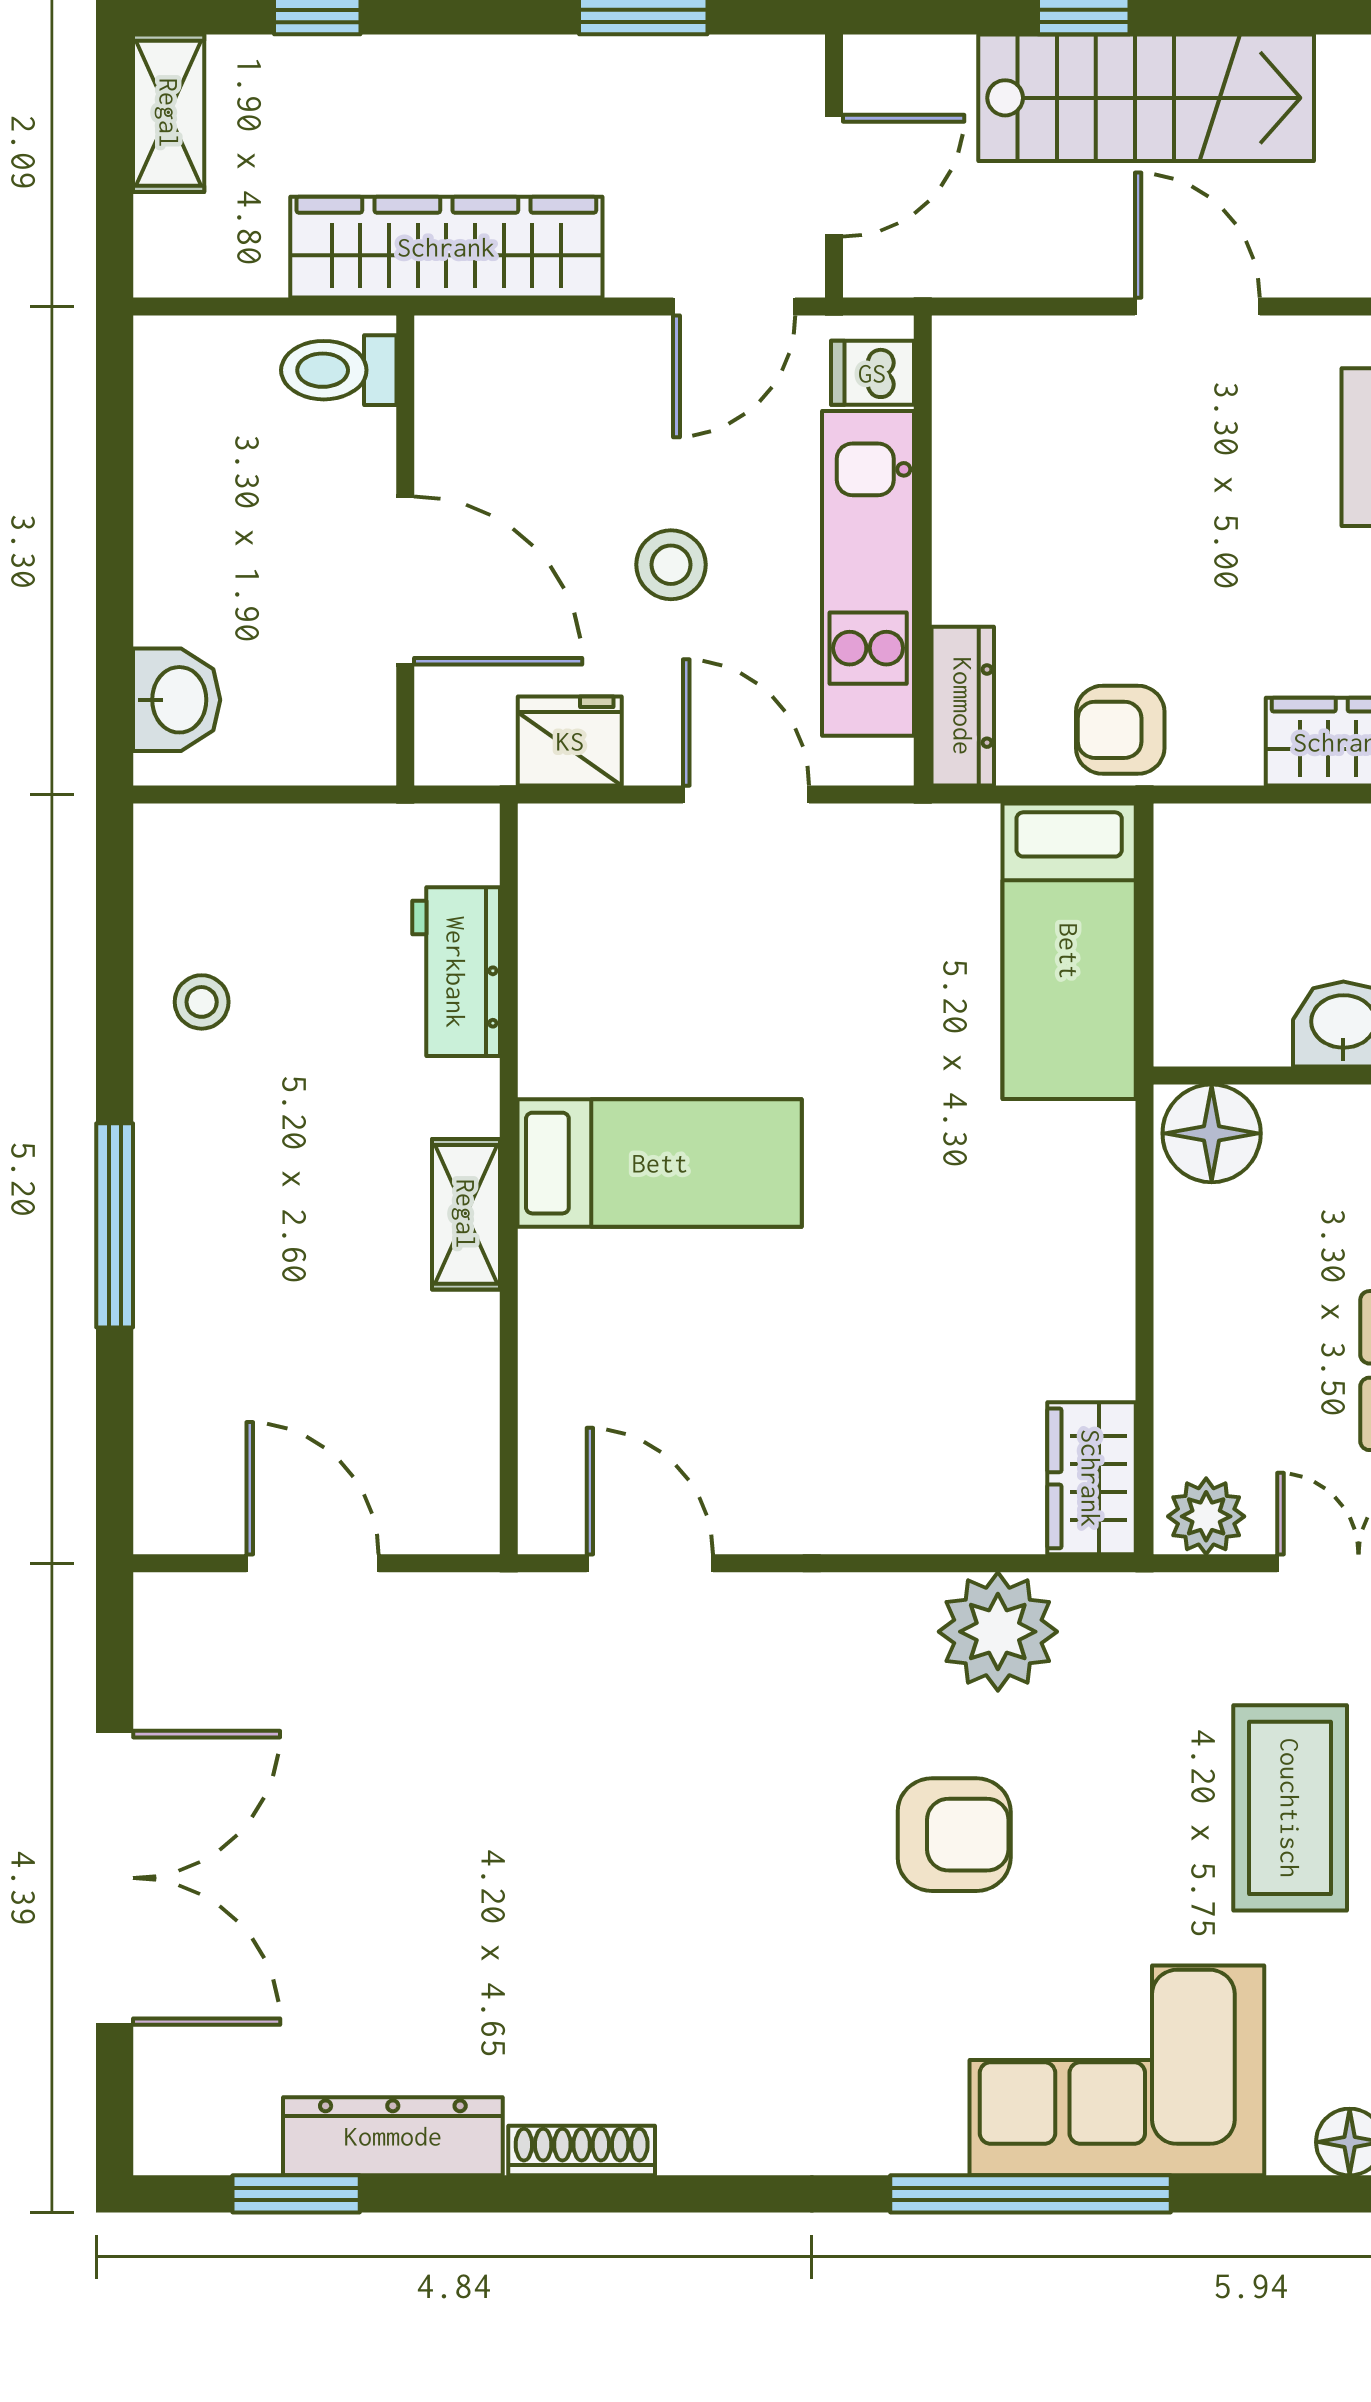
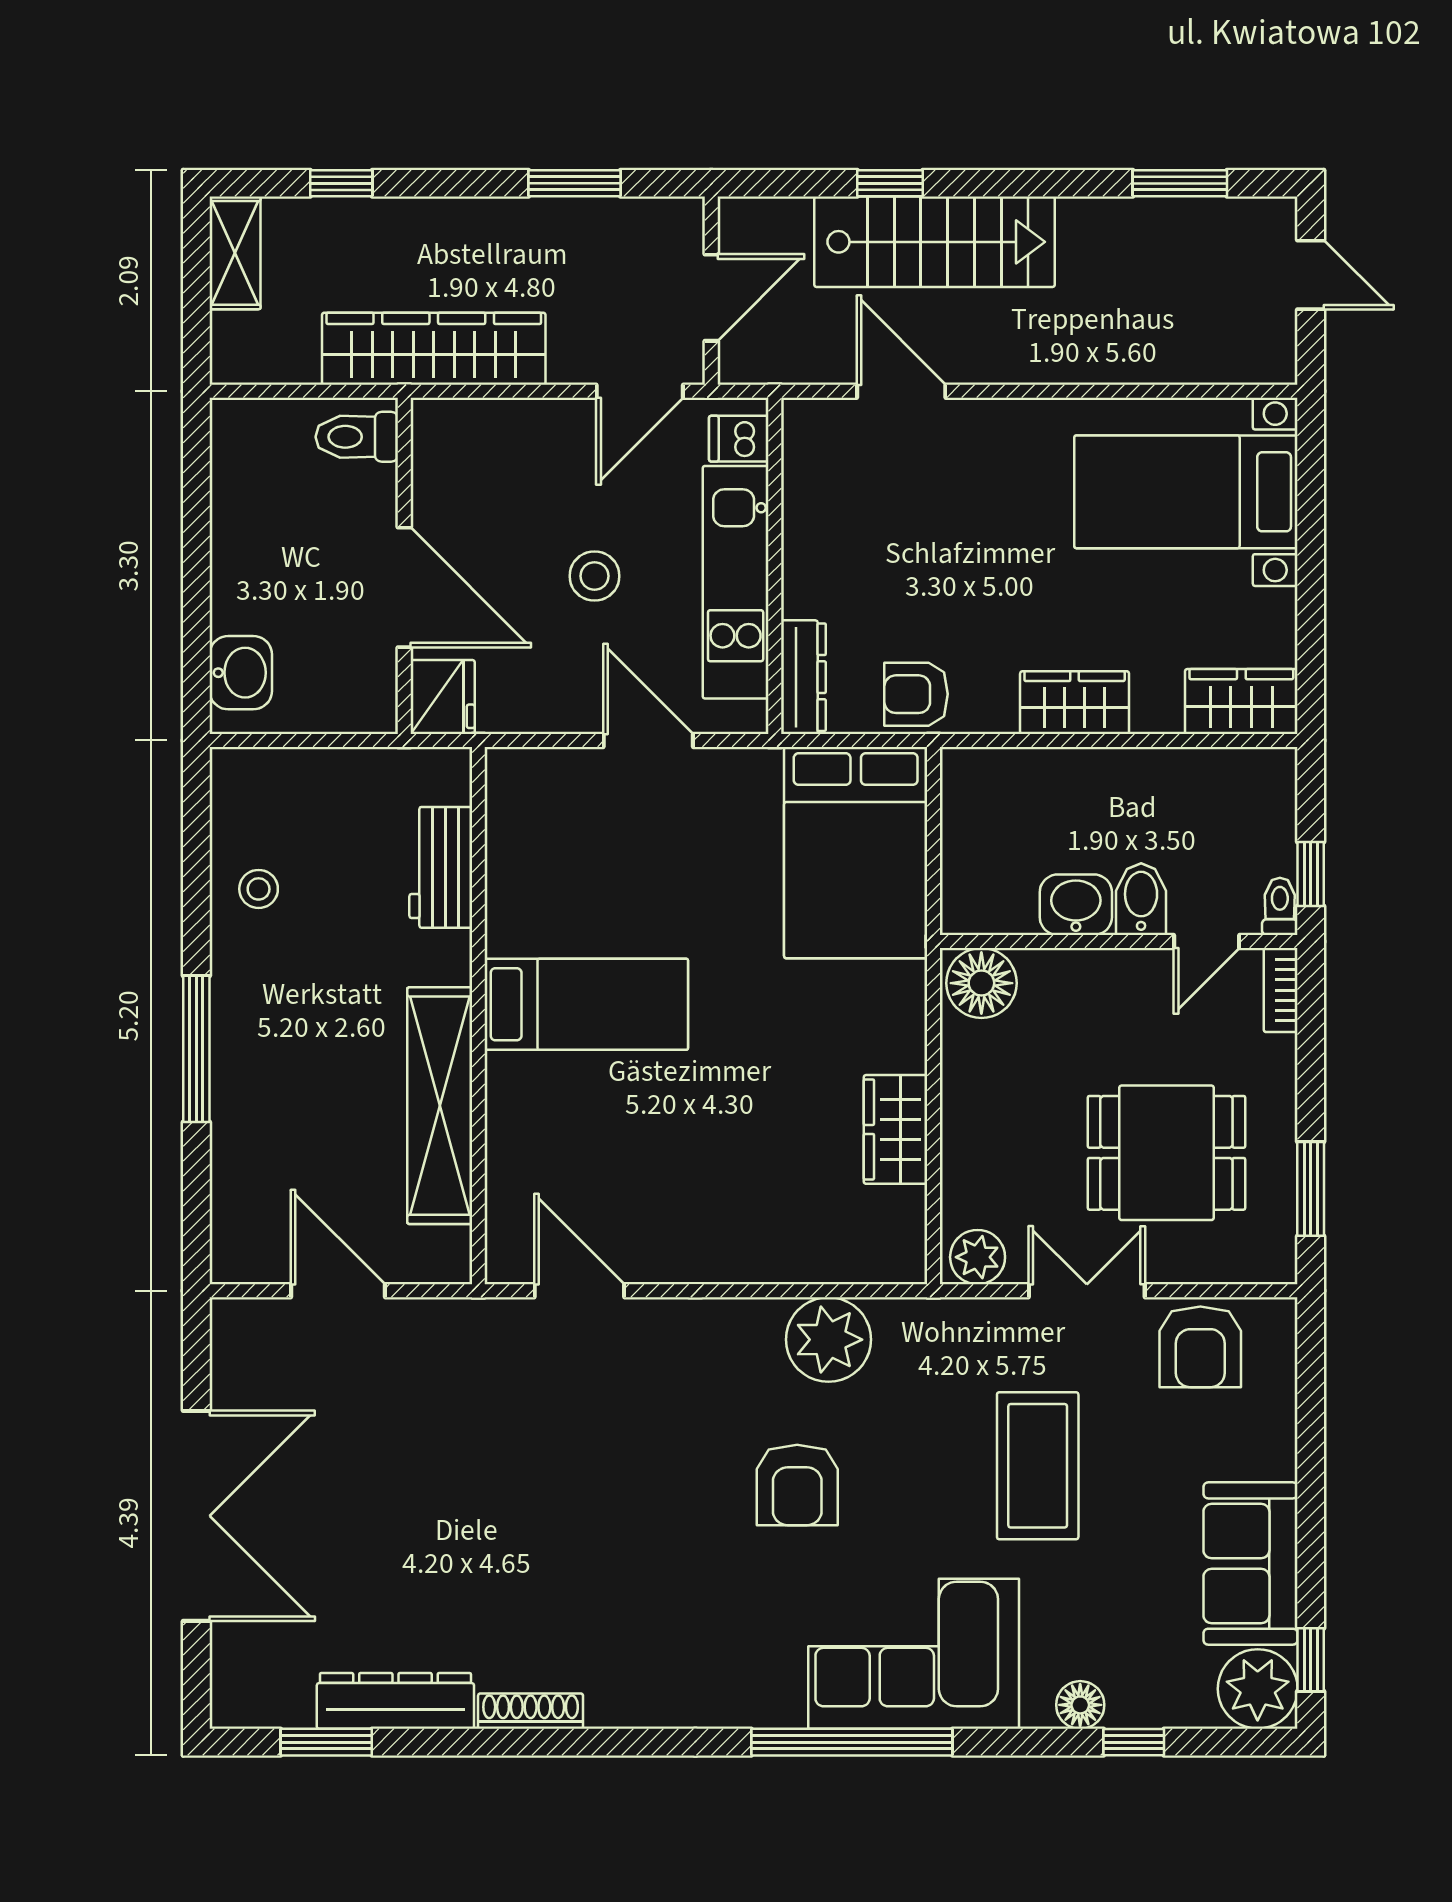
door: (1197, 307) -> (901, 391), moved
fridge: (570, 741) -> (443, 697), moved, turned 90
bed: (1069, 951) -> (856, 853), width x1.50
shelving: (466, 1214) -> (440, 1106), width x2.20, depth x1.33
wardrobe: (1091, 1478) -> (895, 1129), moved
armchair: (954, 1835) -> (797, 1485), turned 90

